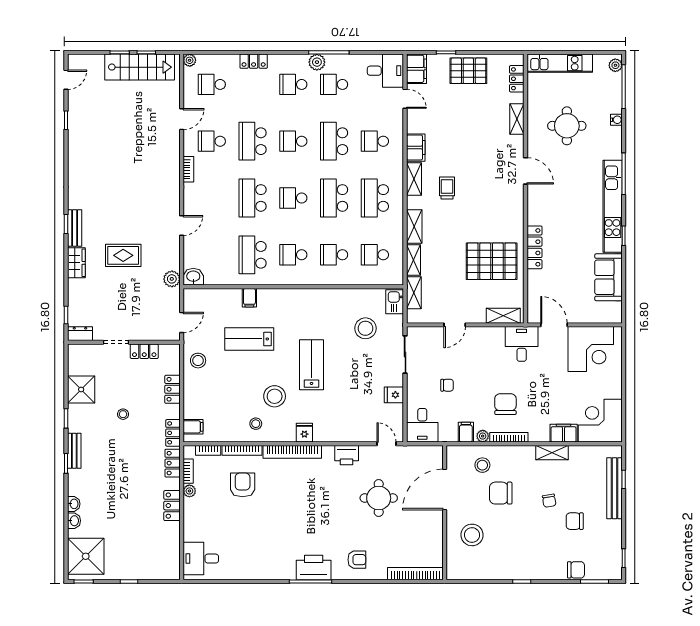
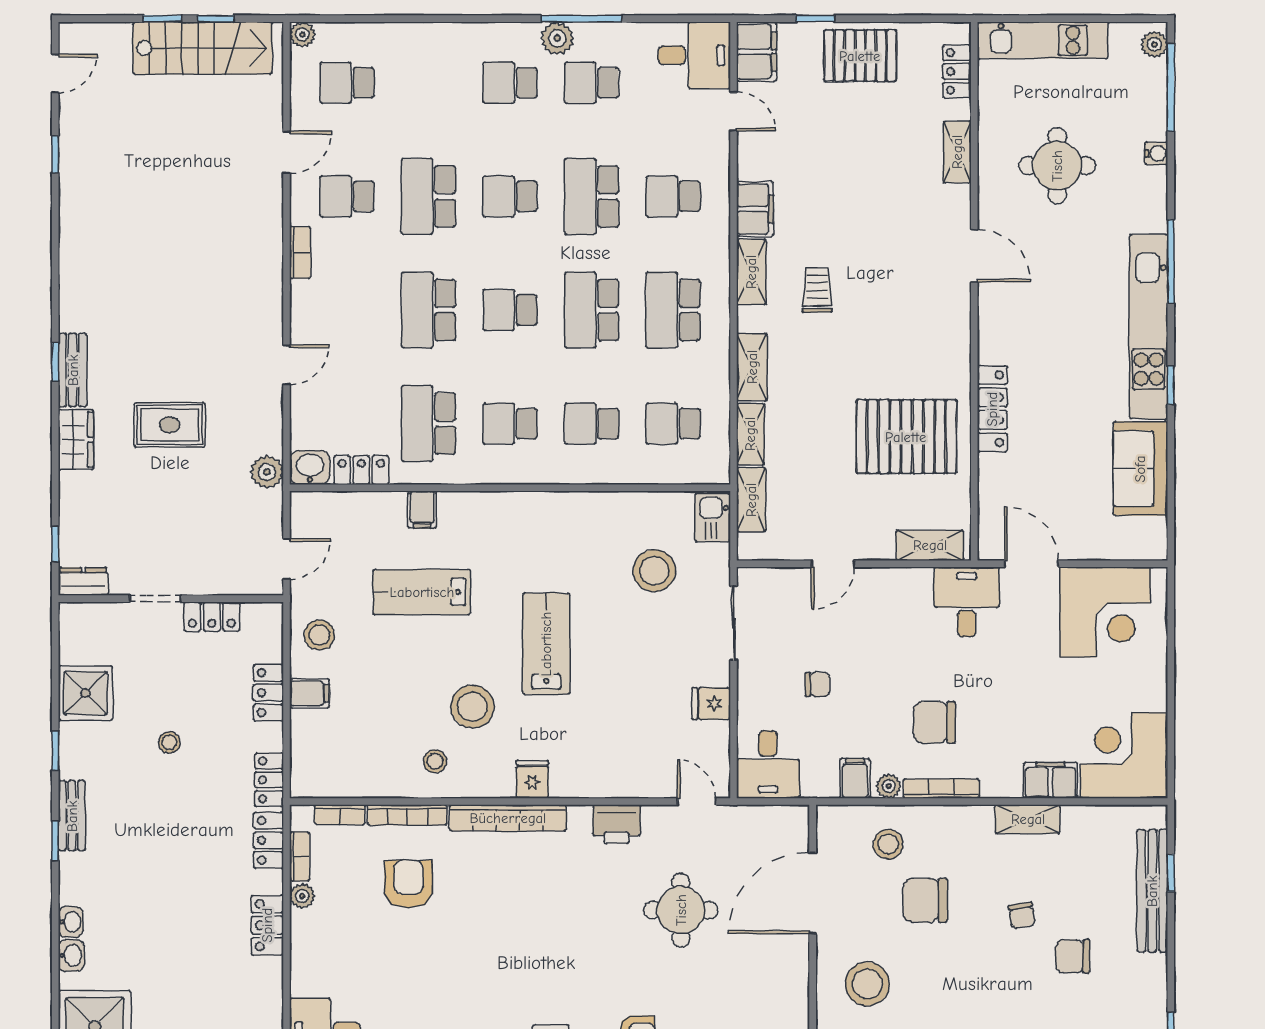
locker: (254, 61) -> (361, 470), moved, turned 180
chair: (505, 404) -> (934, 722), turned -90
filing cabinet: (193, 427) -> (309, 693), moved

